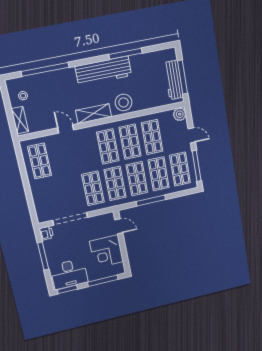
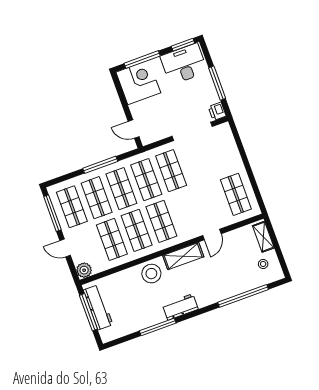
workbench: (103, 71) -> (180, 307), width x0.53, depth x0.76
door: (66, 129) -> (212, 235), hinge flipped
corner desk: (107, 252) -> (138, 83), moved

